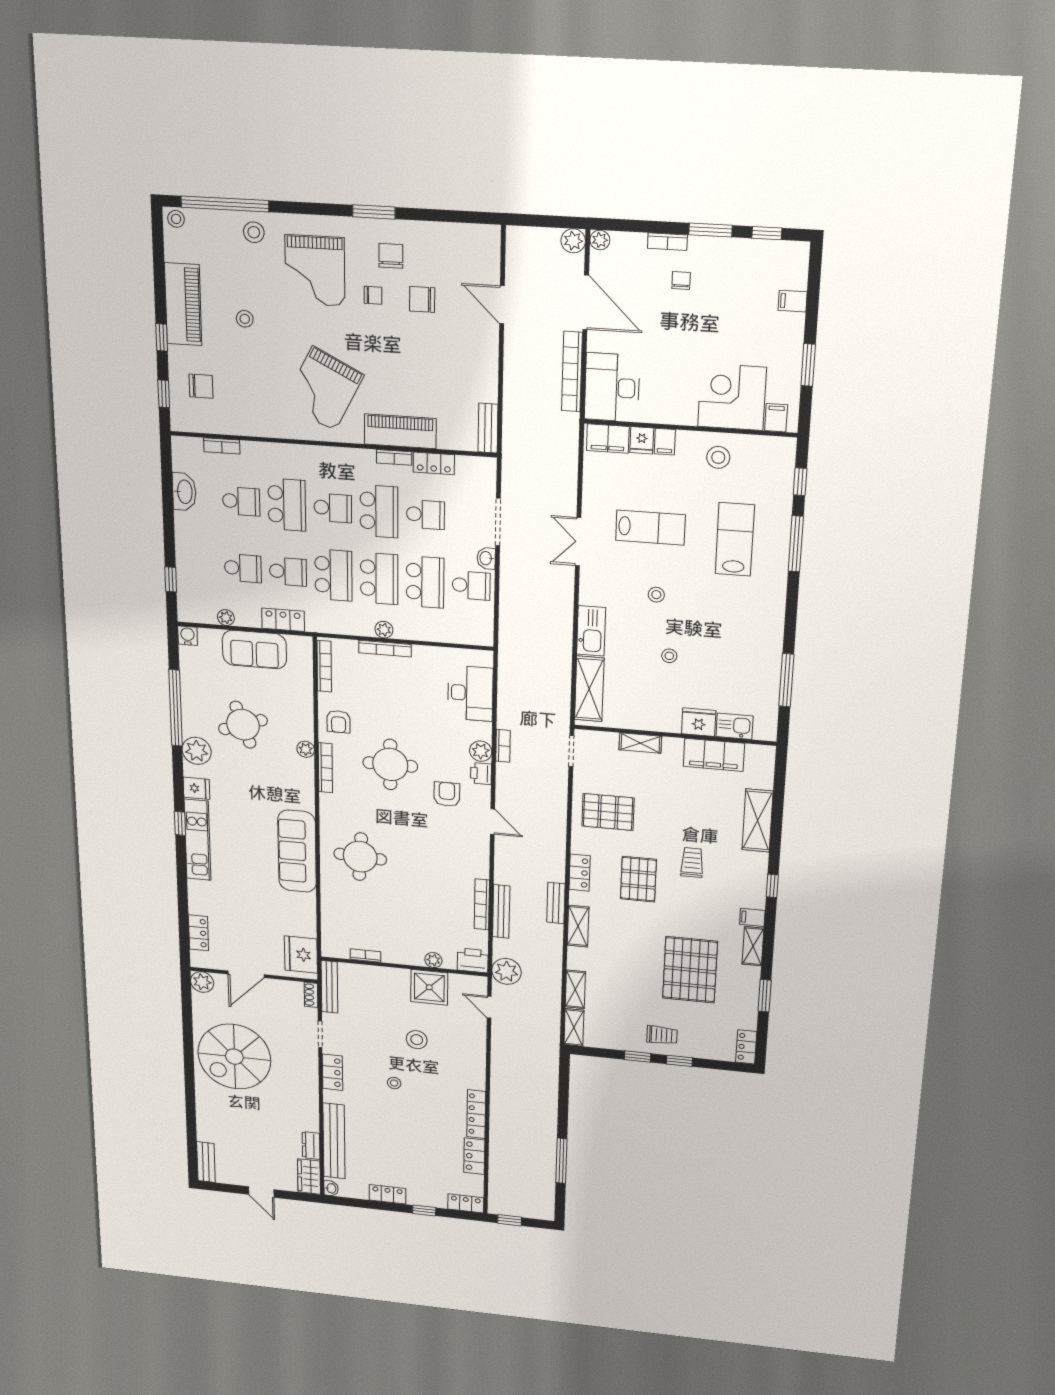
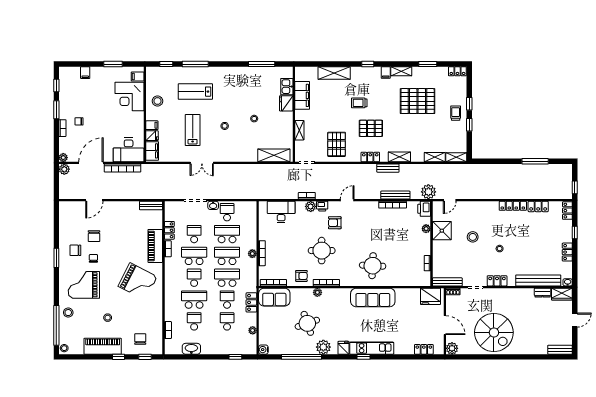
grand piano: (315, 271) -> (84, 285), turned 180
kitchen sink: (591, 631) -> (245, 155), removed
sofa: (254, 649) -> (274, 297), moved, turned 90

